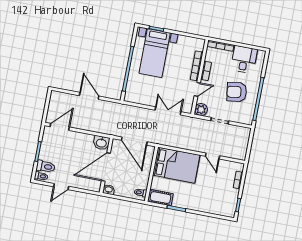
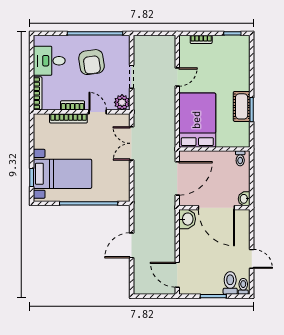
cot: (160, 198) -> (242, 106), moved

